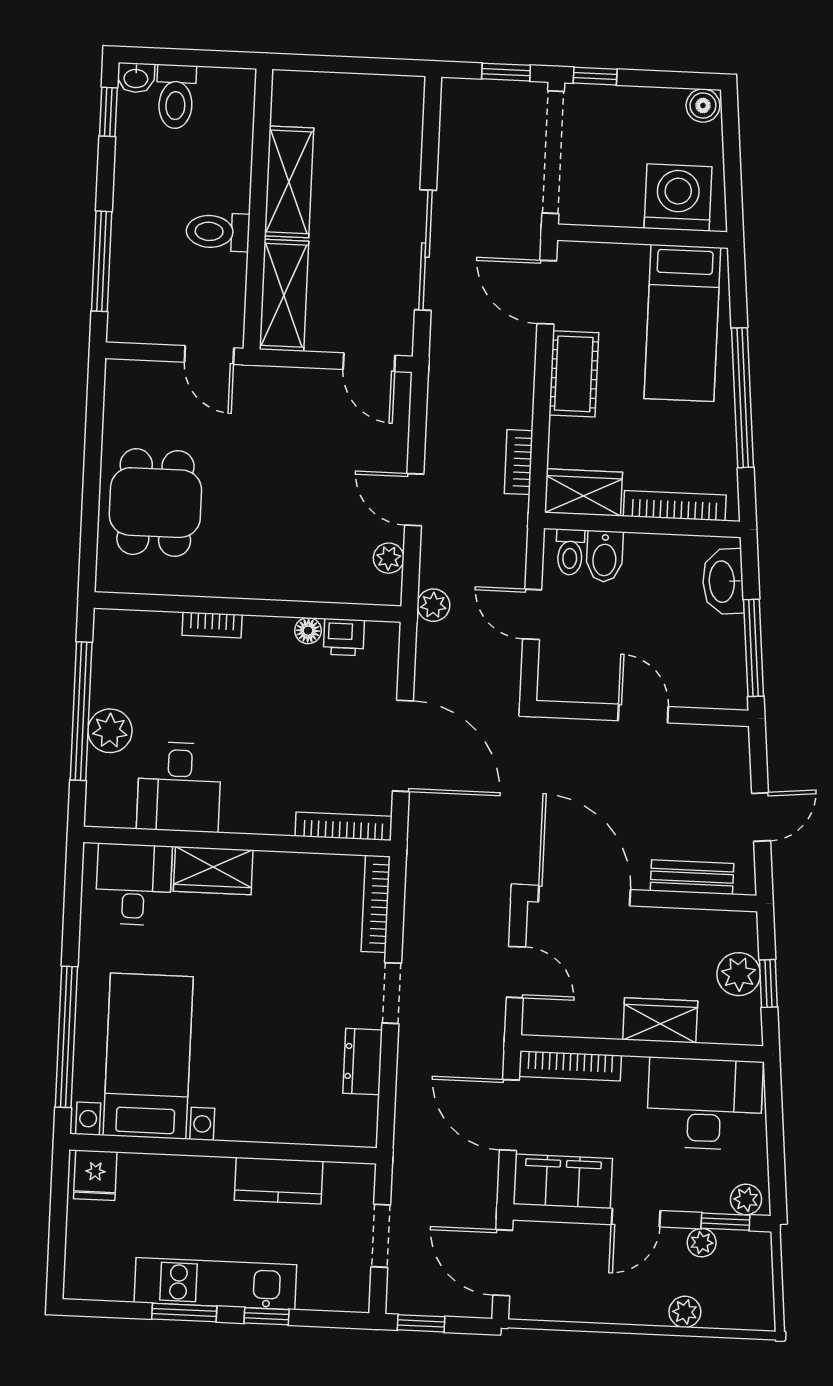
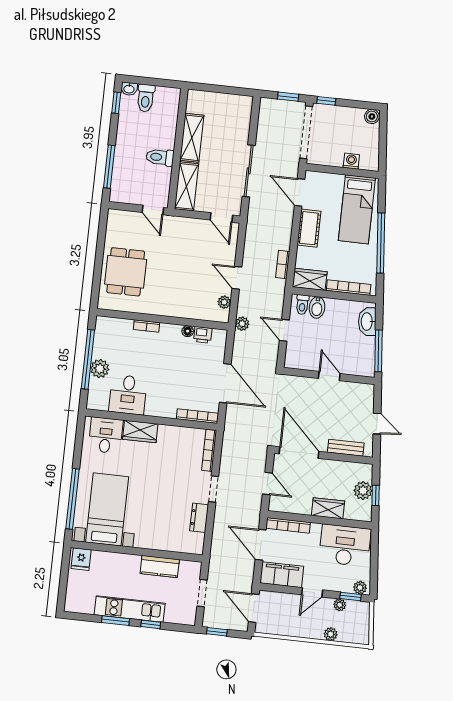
washing machine: (678, 198) -> (351, 161), width x0.53, depth x0.53
door: (761, 817) -> (377, 424), hinge flipped

